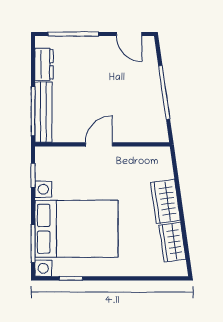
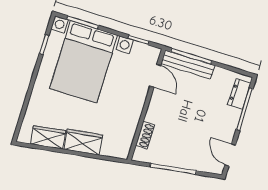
door: (129, 34) -> (230, 155), hinge flipped
dresser: (44, 64) -> (239, 94), moved, turned 90
shoe rack: (137, 135) -> (145, 135), added
door: (99, 144) -> (155, 76), moved

